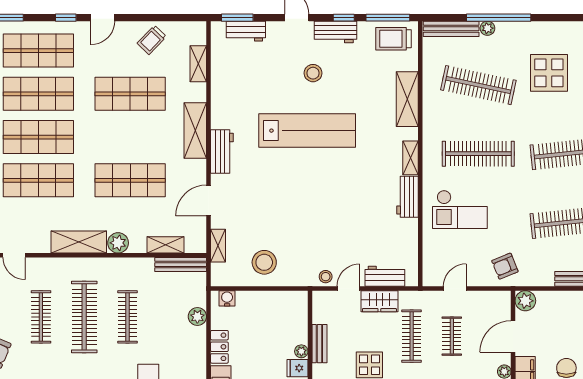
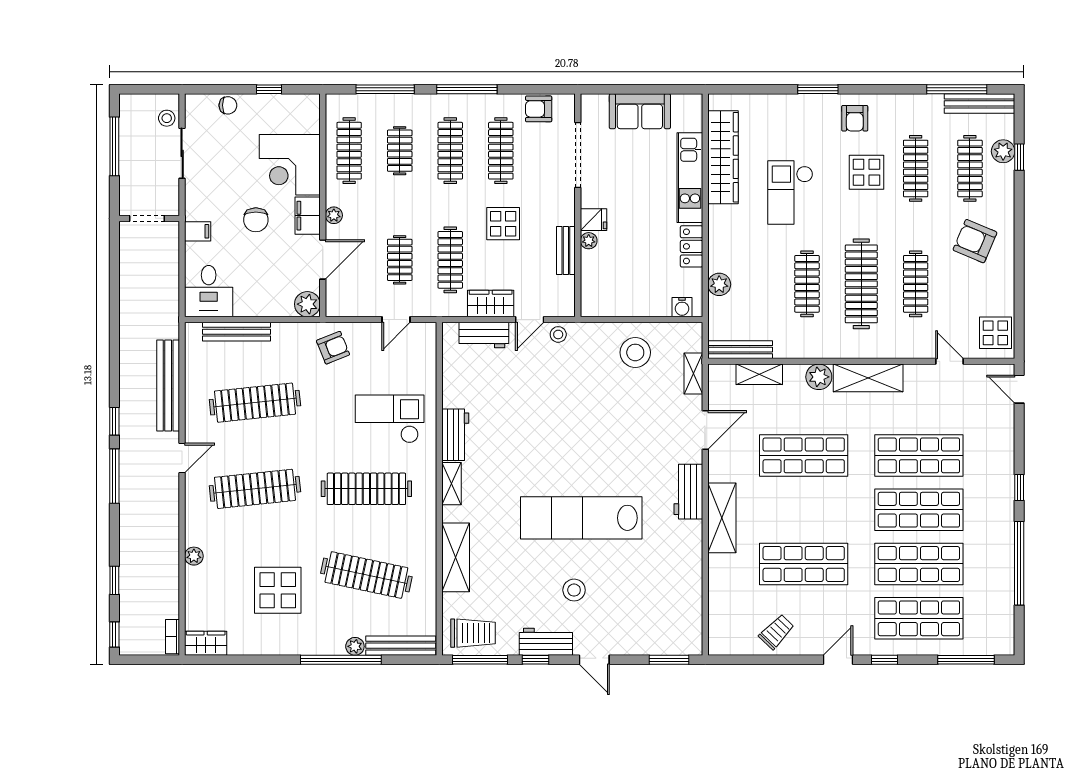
workbench: (246, 31) -> (658, 643), removed
shelving: (198, 64) -> (718, 602), removed

